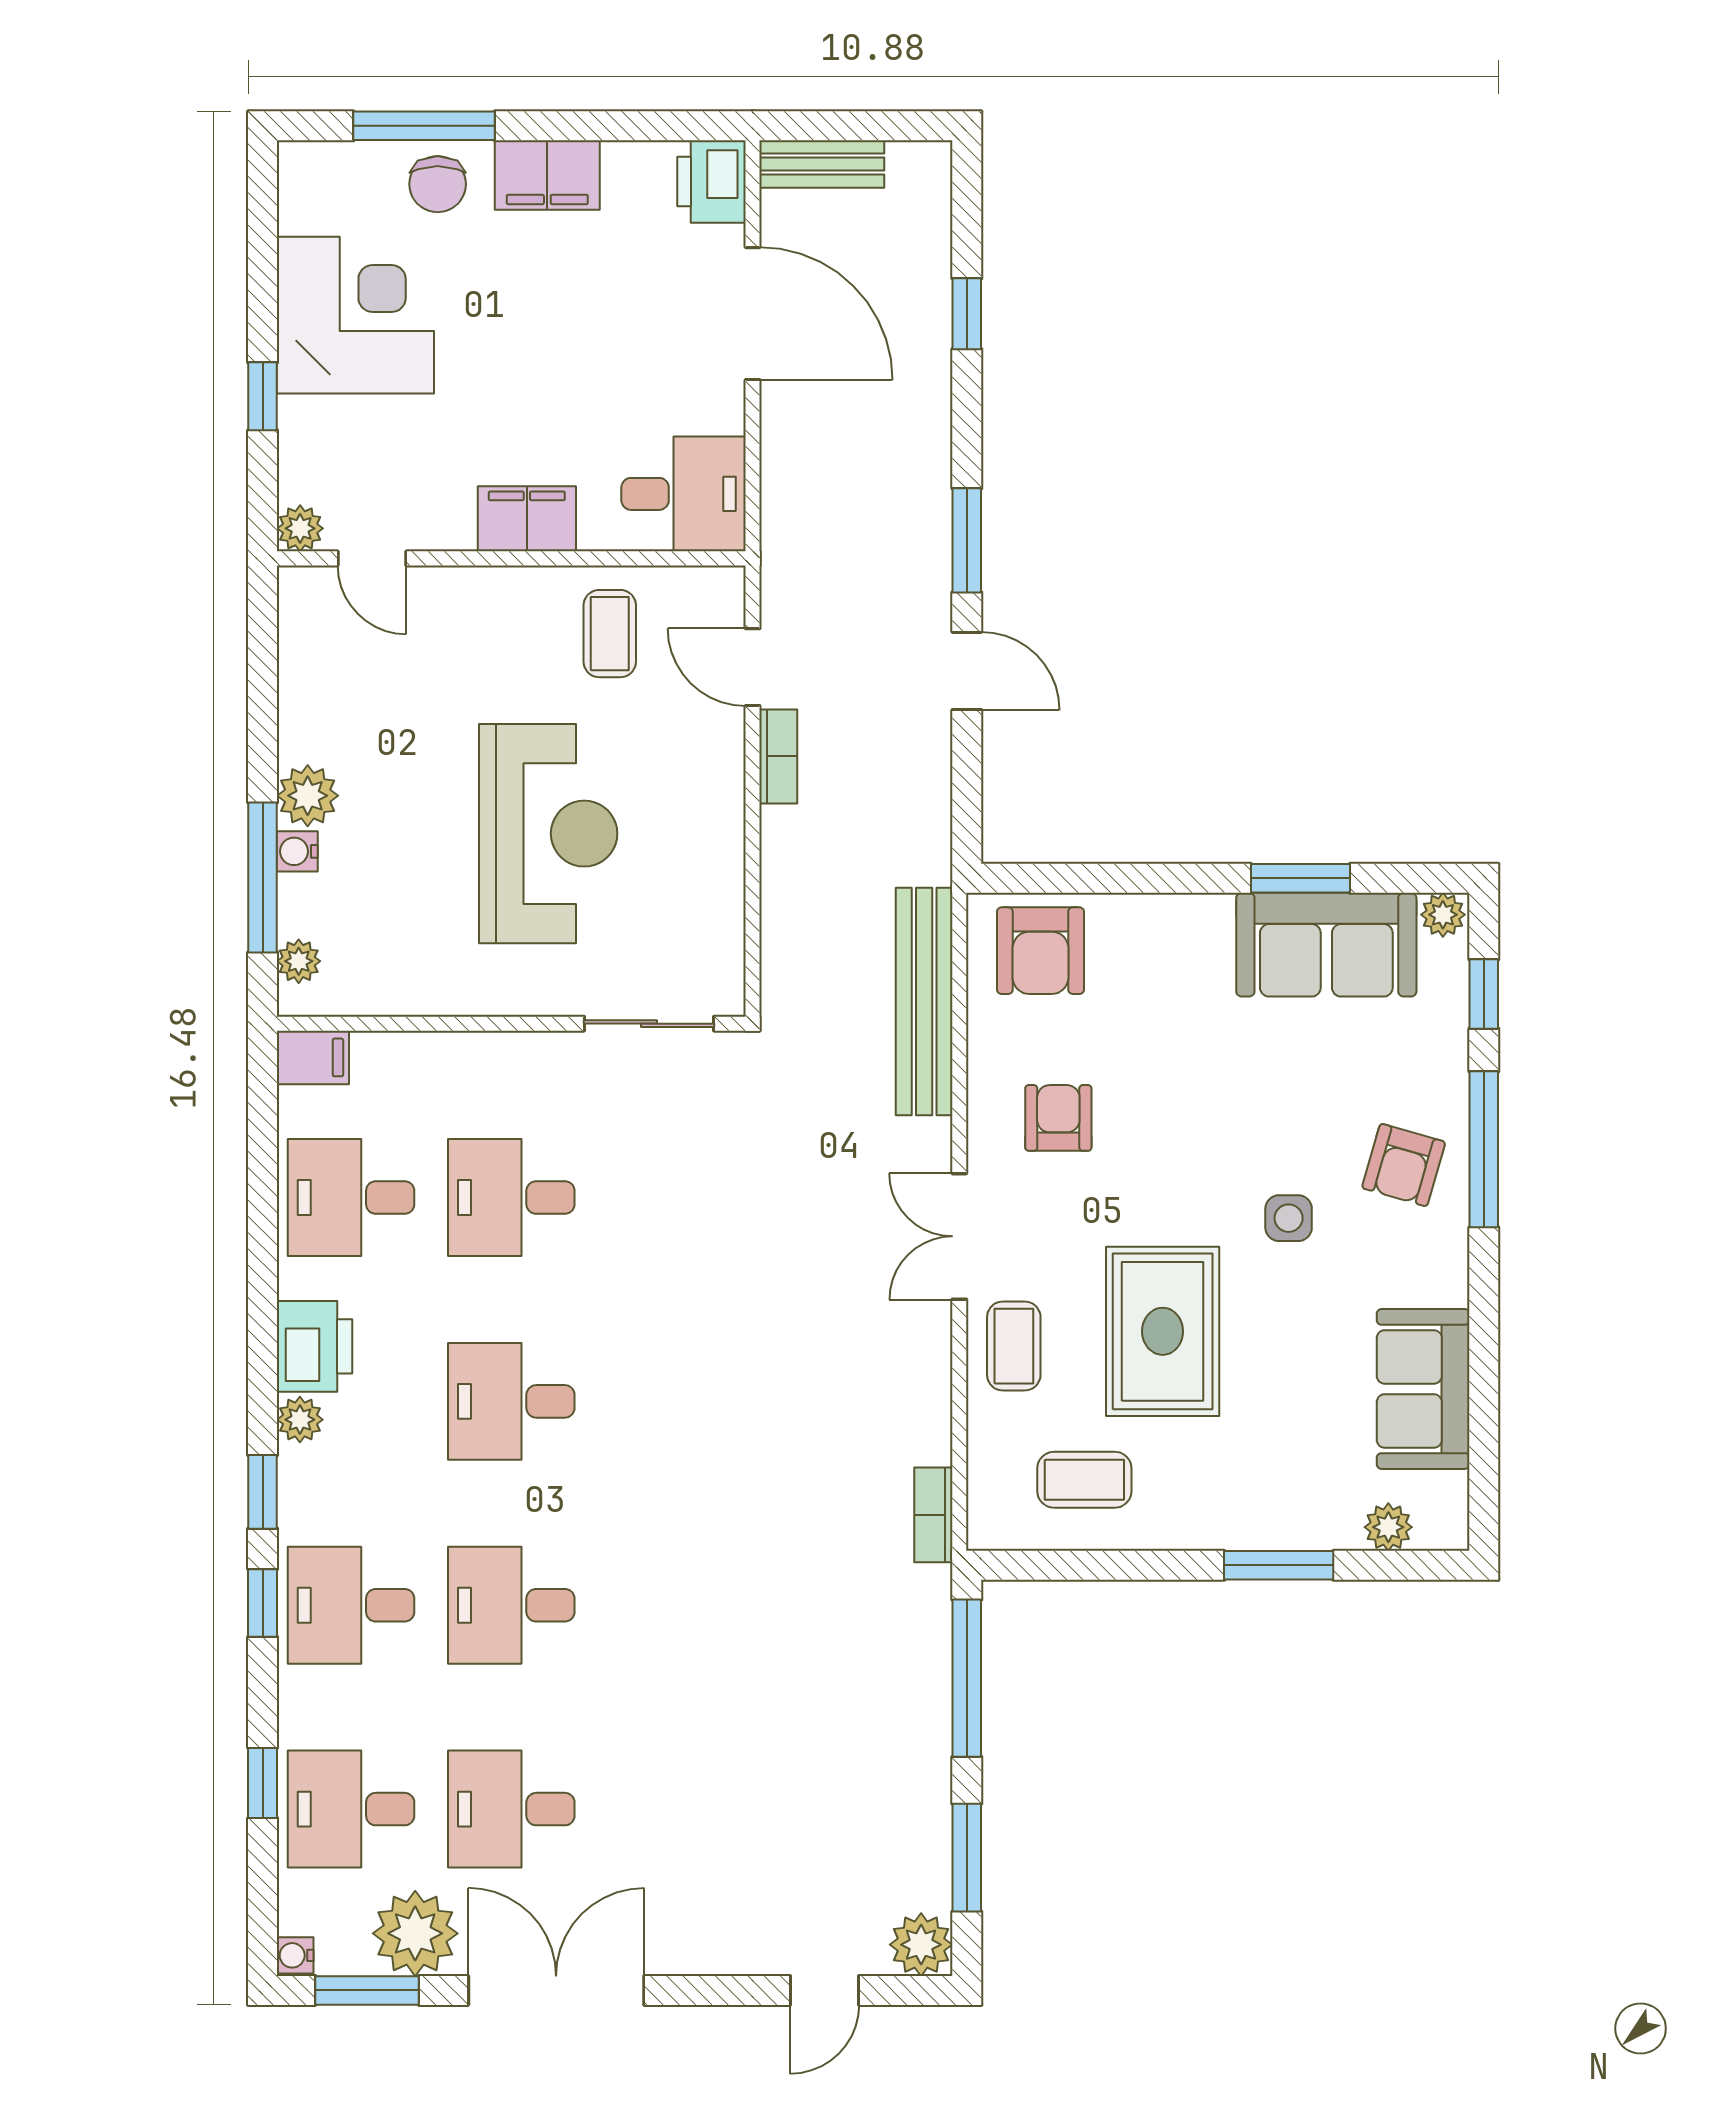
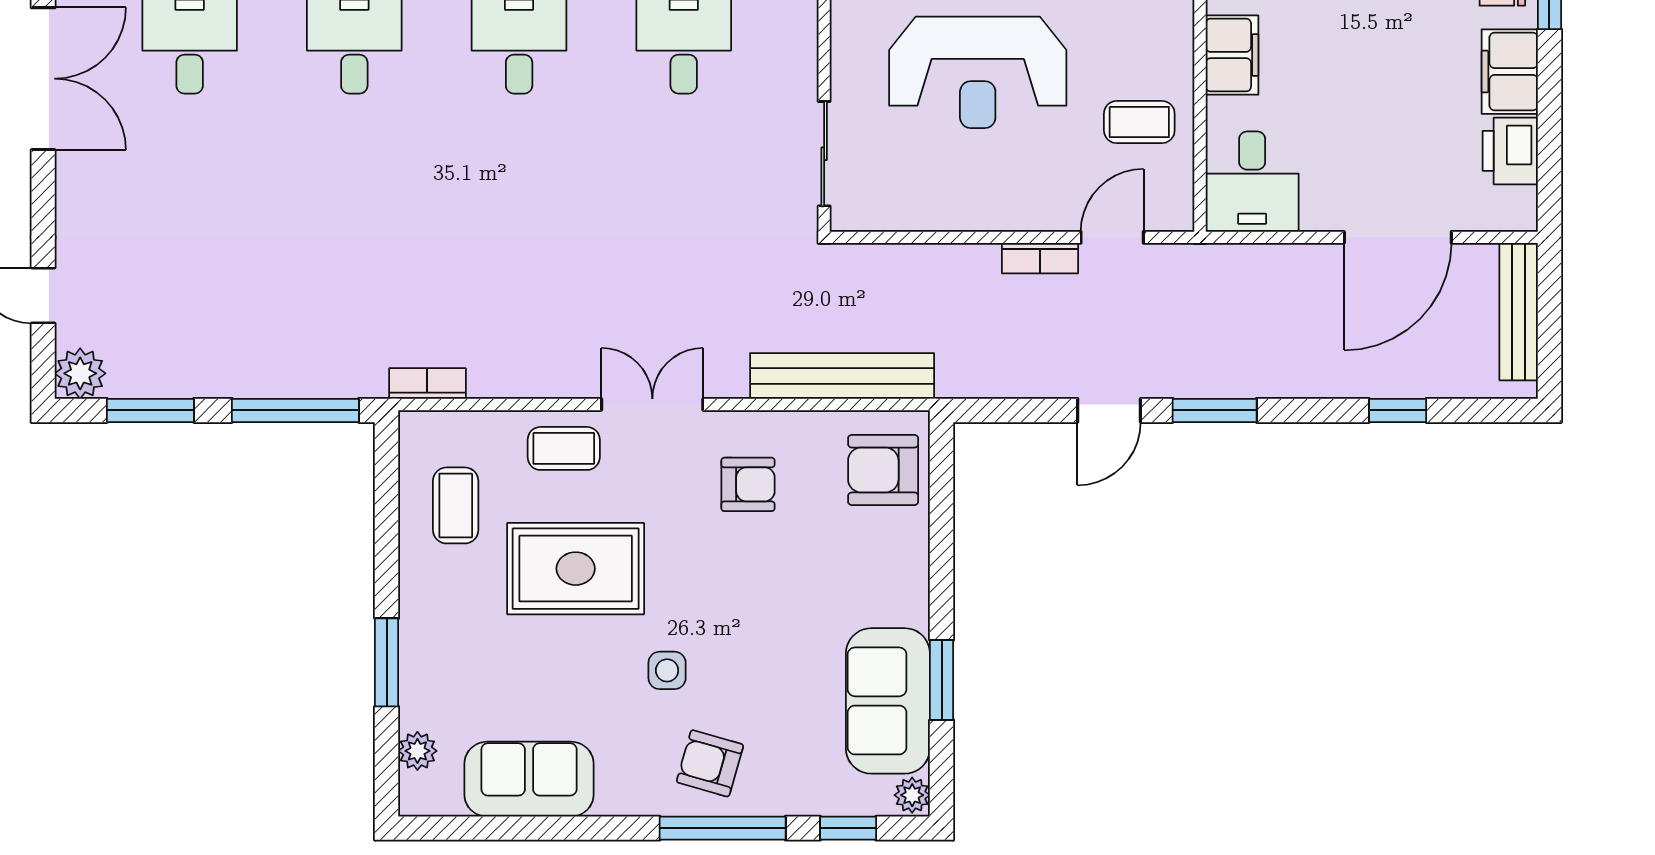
bench: (822, 164) -> (1519, 312), width x1.36
printer: (711, 182) -> (1510, 151), moved, turned -90

